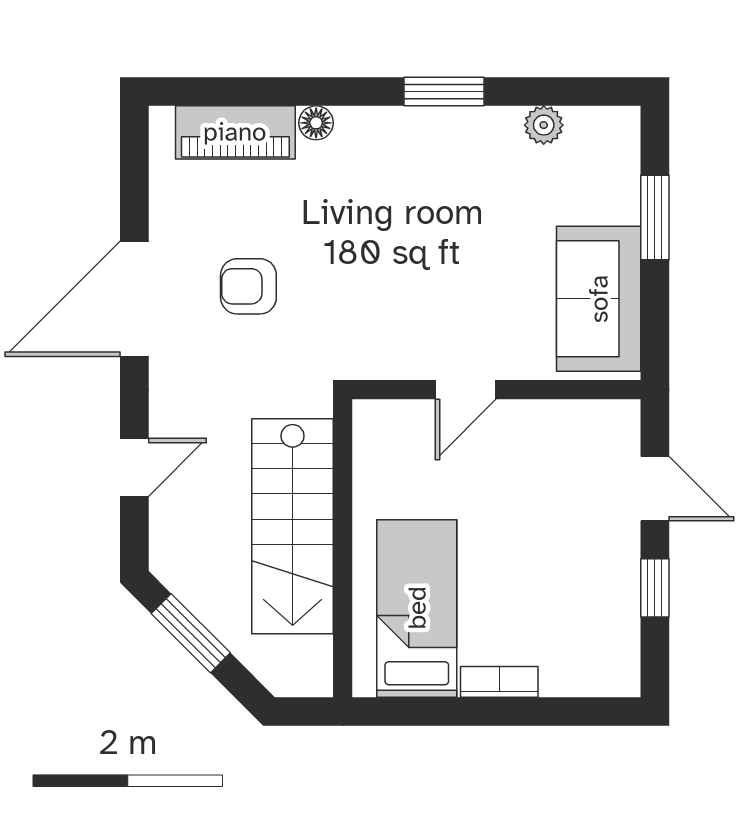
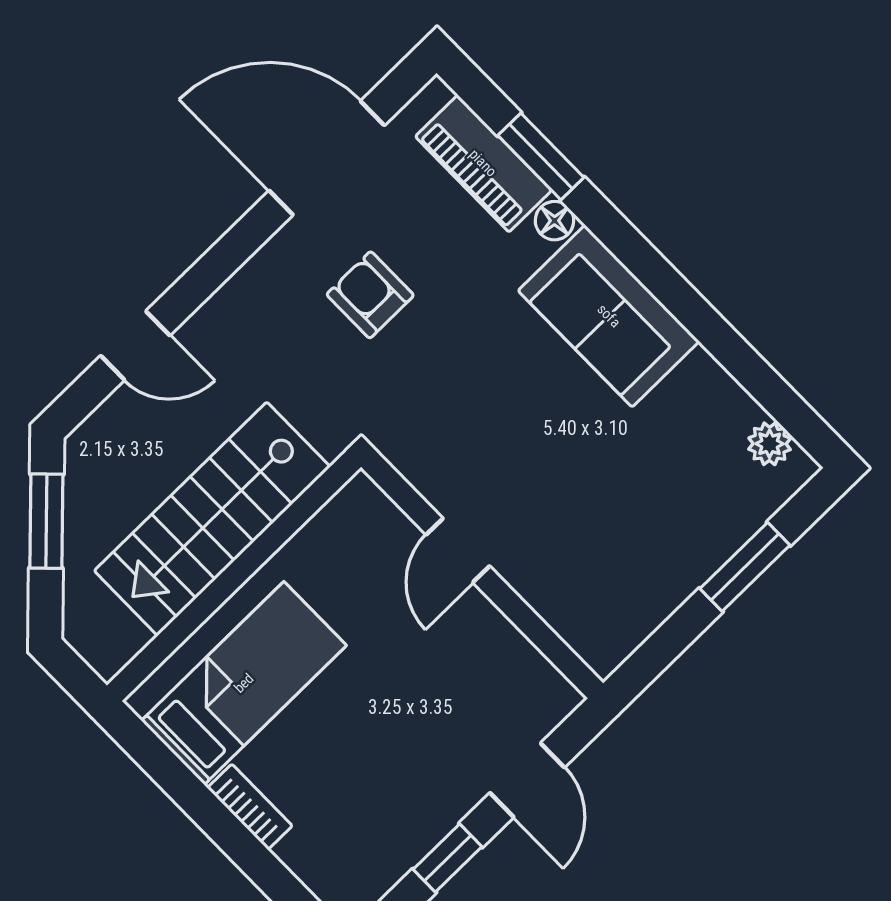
window: (444, 92) -> (541, 156), moved
plant: (544, 125) -> (770, 444), moved
door: (134, 299) -> (327, 158), moved
sofa: (599, 299) -> (609, 316), moved, turned -90
door: (466, 390) -> (458, 550), hinge flipped

